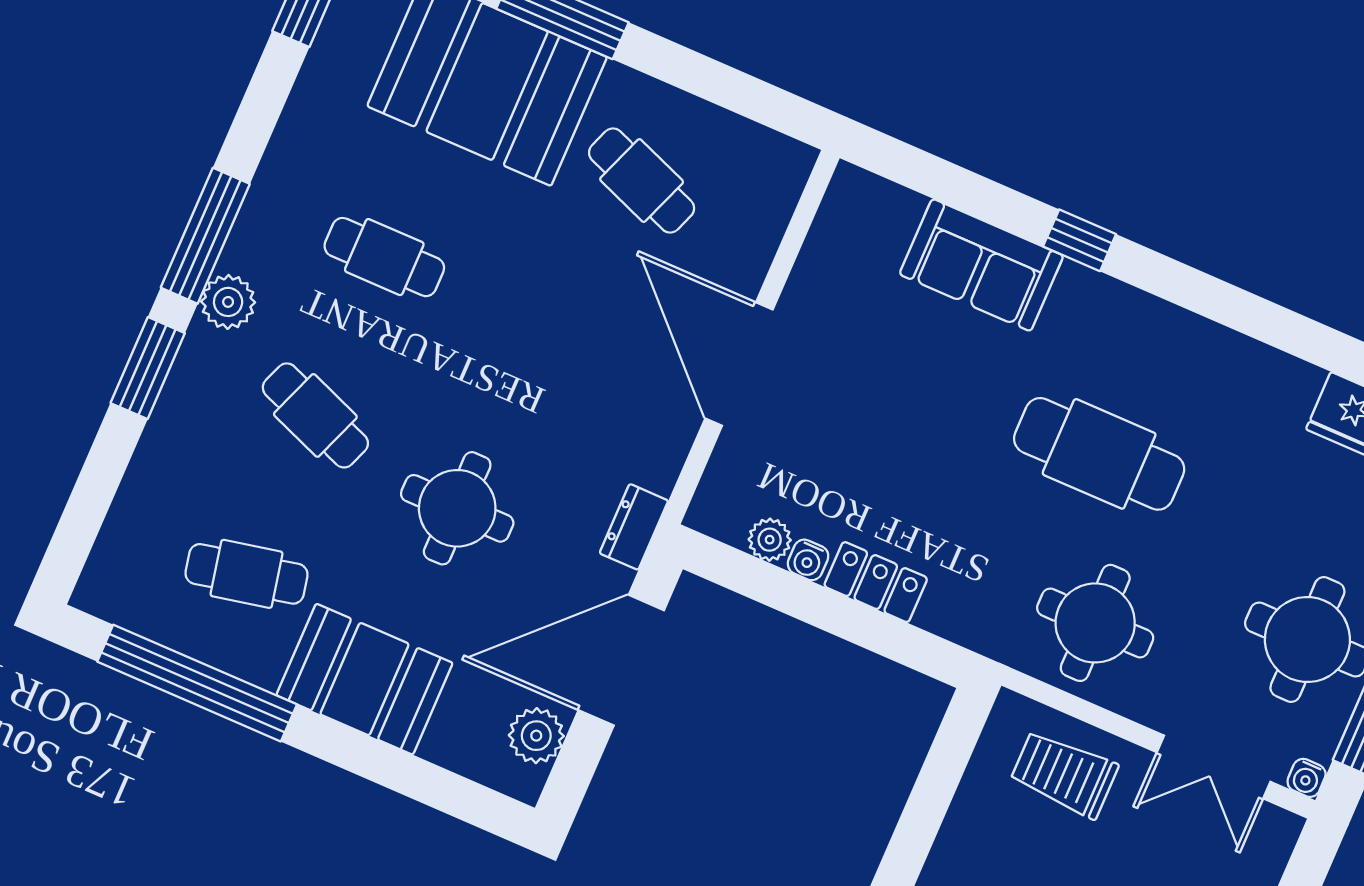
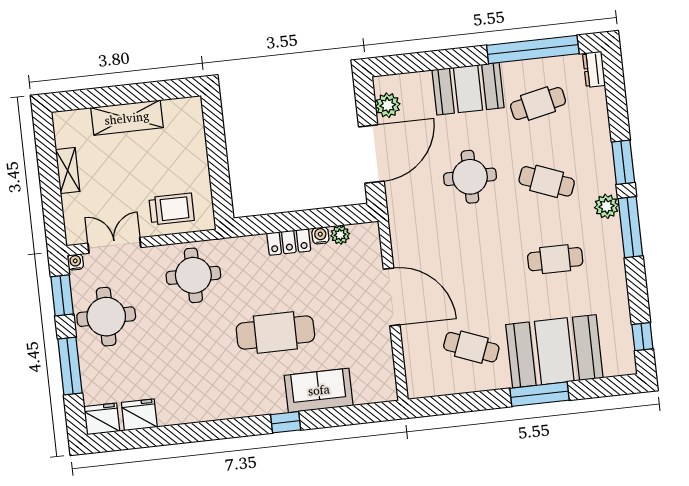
cafe table: (1099, 454) -> (275, 333), moved
dresser: (634, 527) -> (594, 69), moved, turned 180

